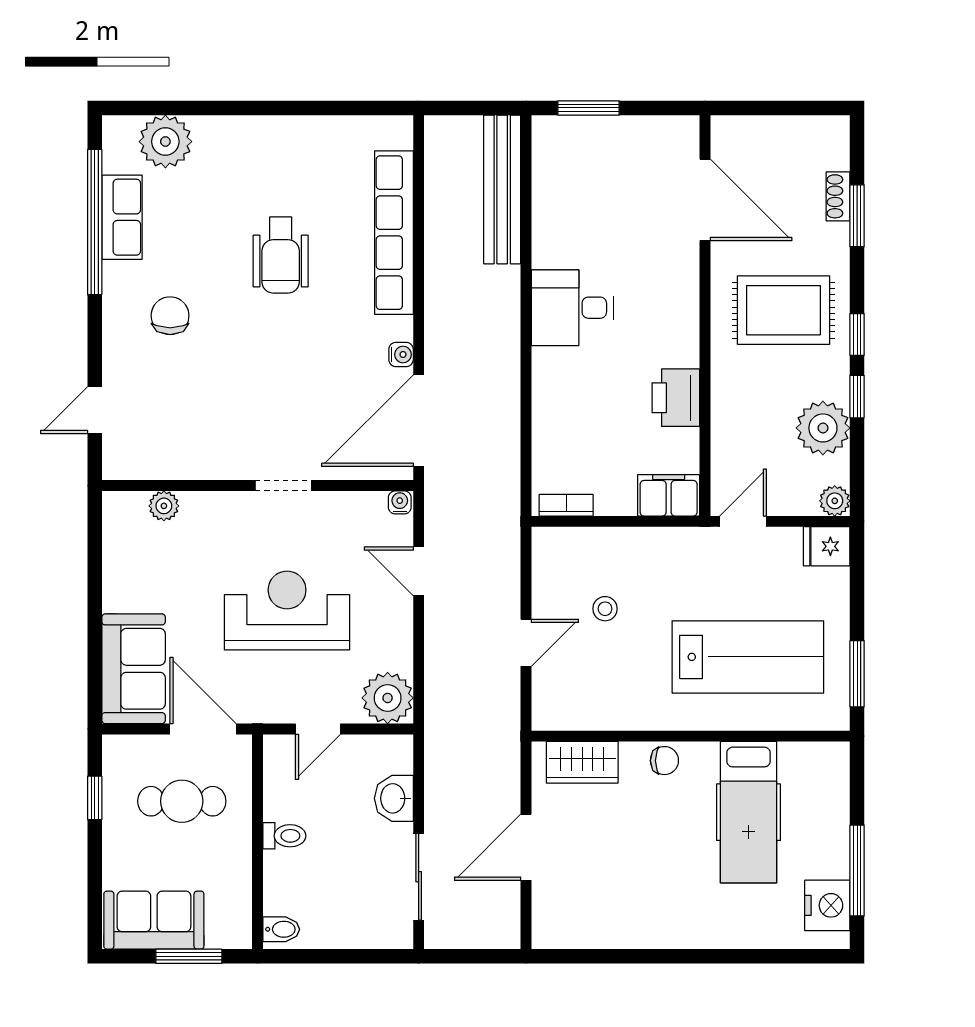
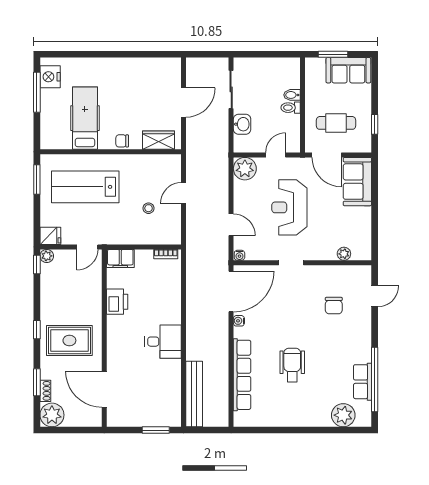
chair: (170, 316) -> (334, 306), moved
window: (857, 397) -> (37, 265), moved
plant: (823, 428) -> (52, 415), moved
reception desk: (287, 610) -> (289, 207), turned 90
bidet: (281, 929) -> (292, 95), moved

